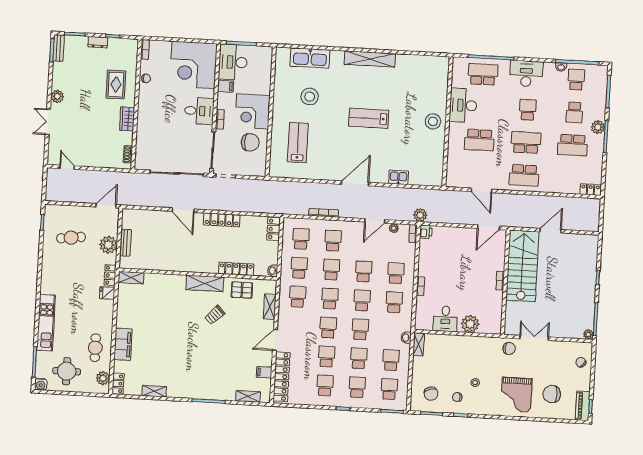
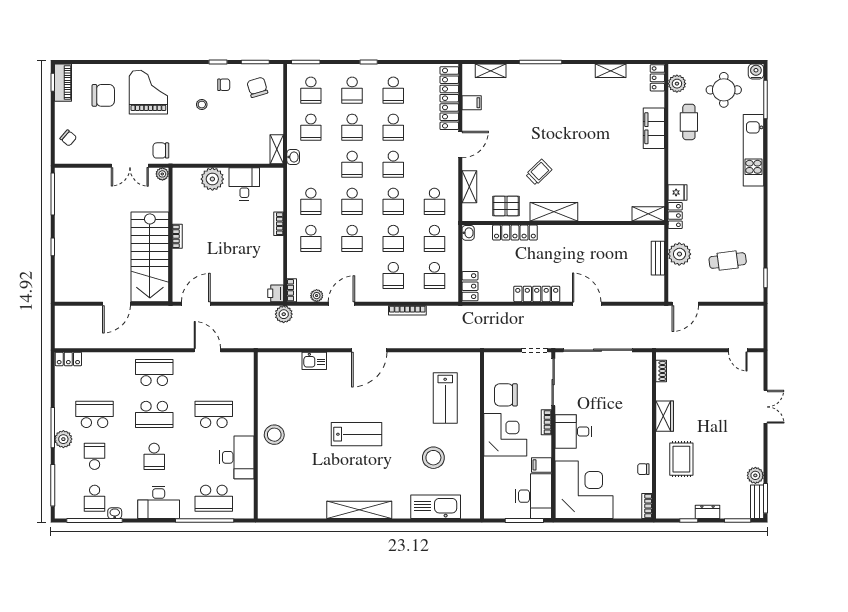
plant: (57, 96) -> (755, 475), moved
plant: (588, 334) -> (162, 174), moved

